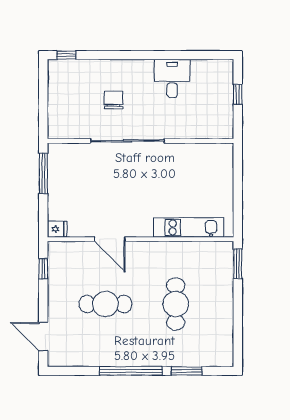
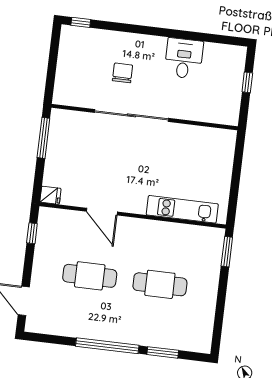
cafe table: (176, 304) -> (160, 284), turned 90

